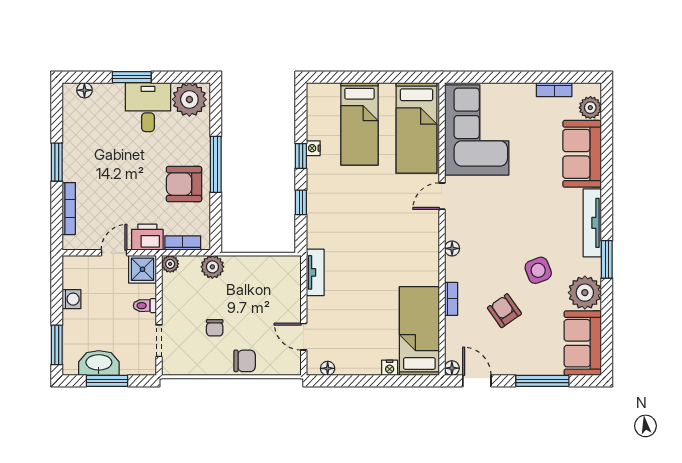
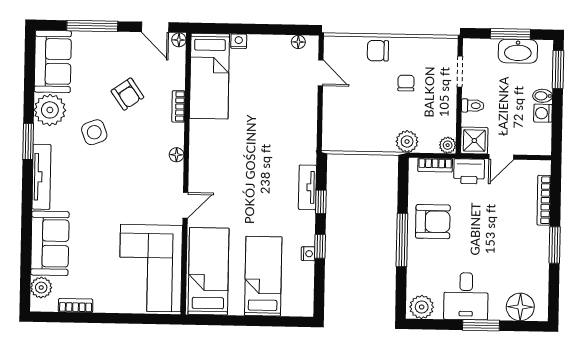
floor lamp: (84, 90) -> (520, 307), width x1.89, depth x1.89
plant: (189, 99) -> (422, 307), width x0.73, depth x0.73
tv unit: (315, 272) -> (307, 187), moved
bidet: (72, 317) -> (543, 96), added

